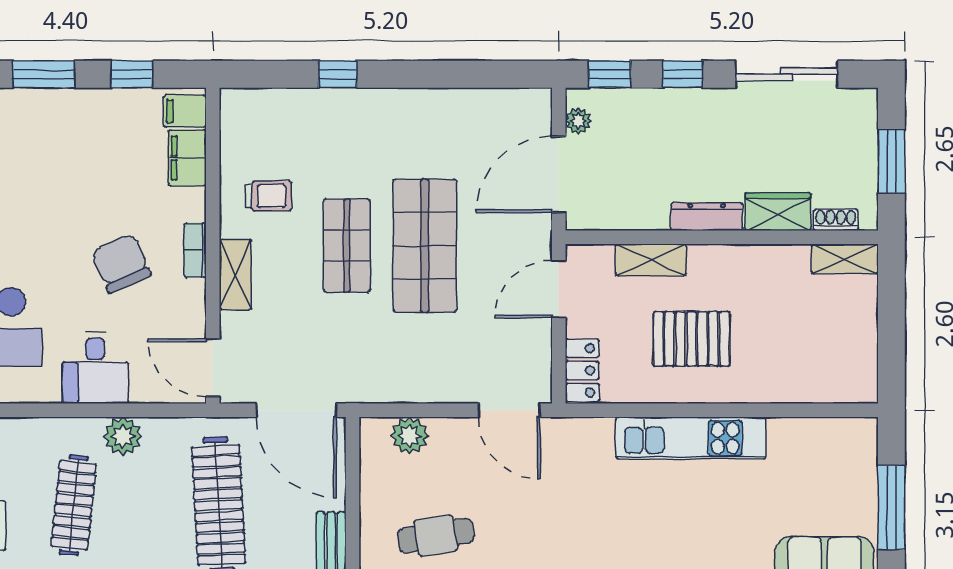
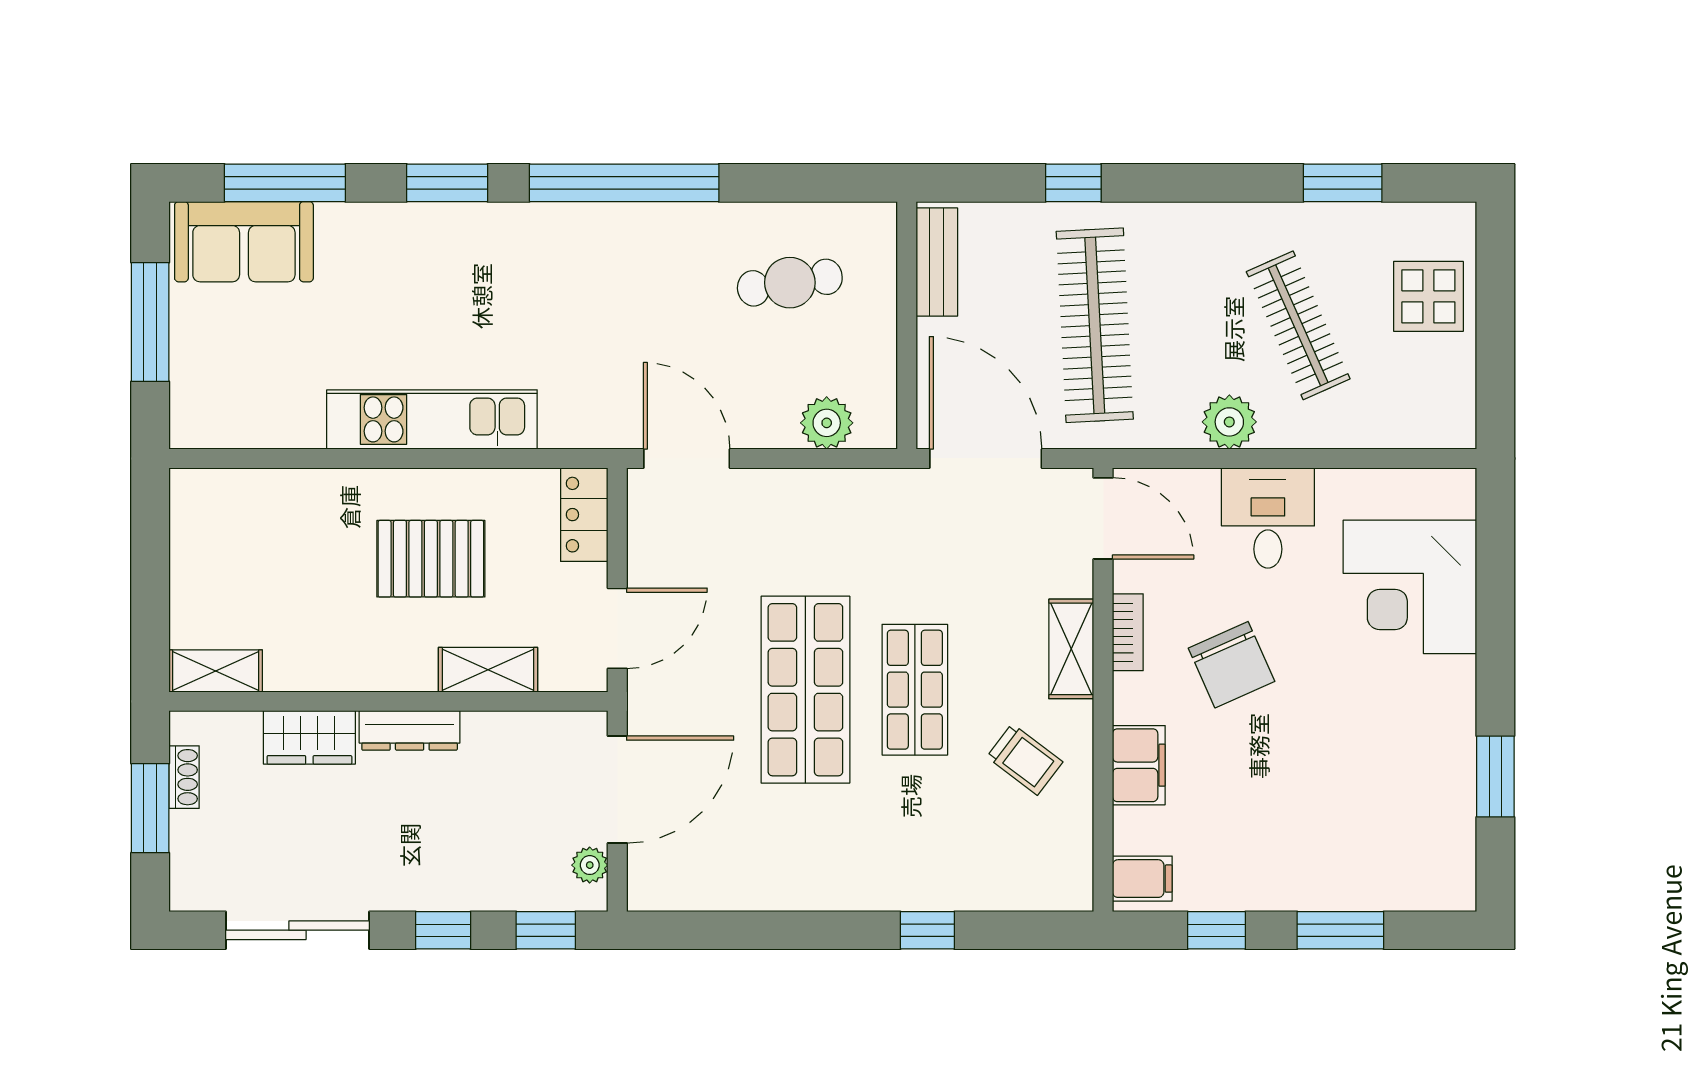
filing cabinet: (187, 158) -> (1139, 765), moved
trolley: (269, 196) -> (1025, 759), turned -143
shoe rack: (836, 220) -> (184, 777), moved, turned -90
bookcase: (195, 250) -> (1128, 632), moved
clothes rail: (74, 505) -> (1298, 325), turned -30

